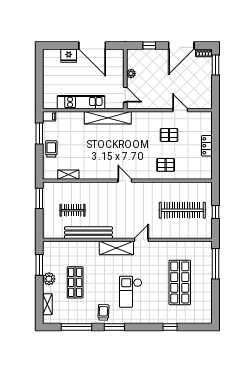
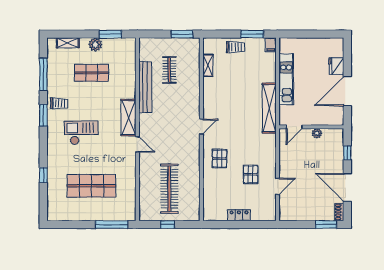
pallet: (166, 165) -> (220, 158), moved

